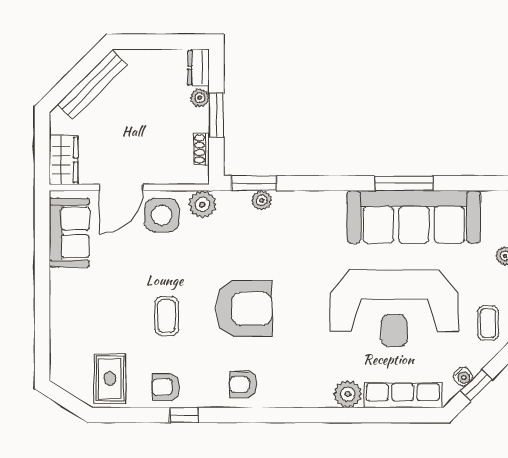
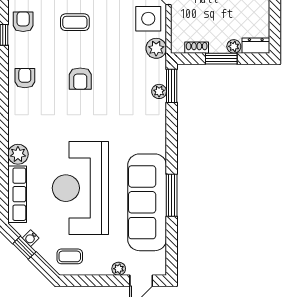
armchair: (244, 309) -> (80, 79), width x0.53, depth x0.53

